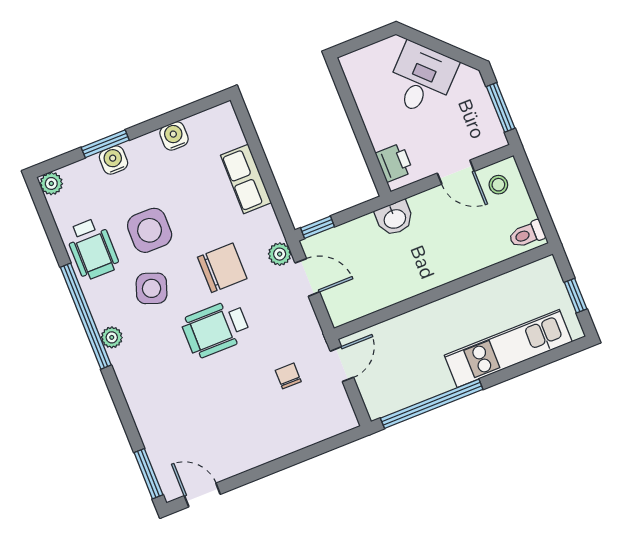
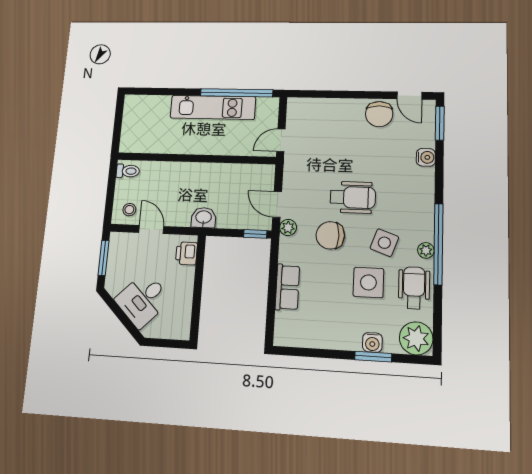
water cooler: (174, 136) -> (426, 157), moved, turned -90
plant: (51, 183) -> (416, 338), width x1.88, depth x1.88
window: (576, 296) -> (118, 121), removed
plant: (112, 337) -> (426, 250), moved
kitchen unit: (508, 348) -> (213, 107), moved
chair: (288, 376) -> (379, 114), moved, width x1.87, depth x1.87

